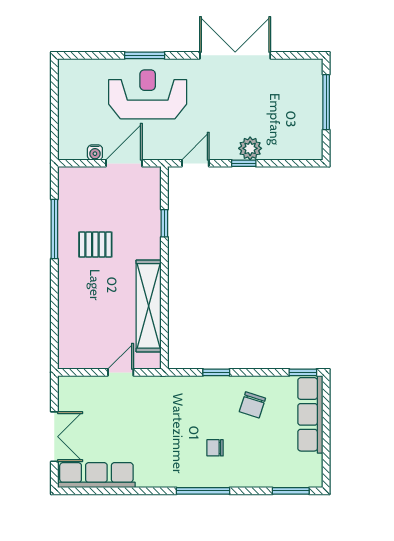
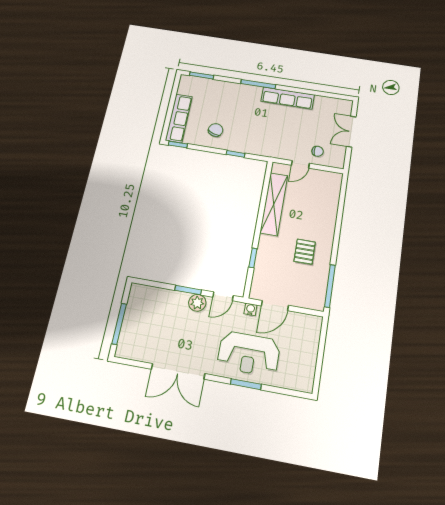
plant: (250, 148) -> (197, 303), moved
water cooler: (95, 152) -> (250, 309), moved
window: (244, 163) -> (188, 290), width x1.50
window: (54, 229) -> (330, 286), moved
pallet: (95, 245) -> (305, 252), turned 90
chair: (215, 448) -> (318, 151), moved
row of seats: (96, 475) -> (288, 98), moved

